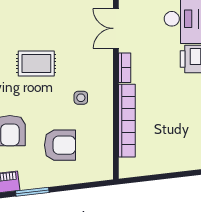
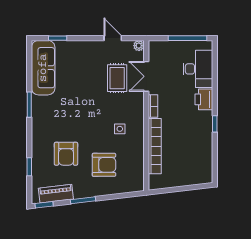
rug: (36, 63) -> (117, 78), moved, turned 90

